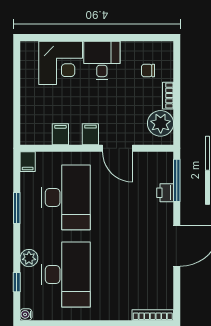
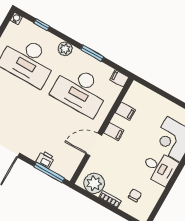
plant: (29, 258) -> (65, 49), moved

